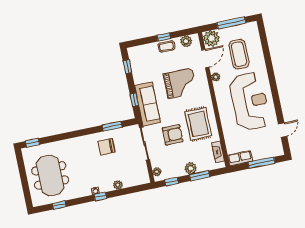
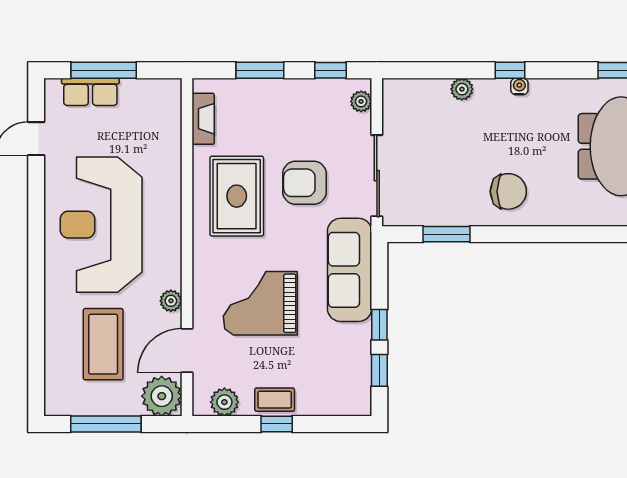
window: (134, 100) -> (379, 325), moved
chair: (107, 147) -> (508, 191), moved
row of seats: (240, 158) -> (90, 92), moved
plant: (191, 168) -> (278, 93), removed

